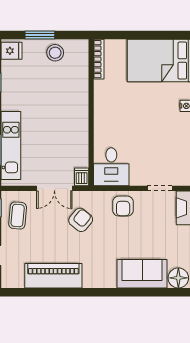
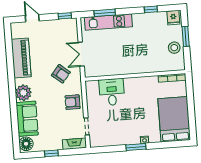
desk: (111, 167) -> (112, 92), moved, turned 90
dishwasher: (82, 177) -> (90, 72), removed
coffee table: (18, 216) -> (61, 30), removed
plant: (104, 276) -> (23, 93), added

